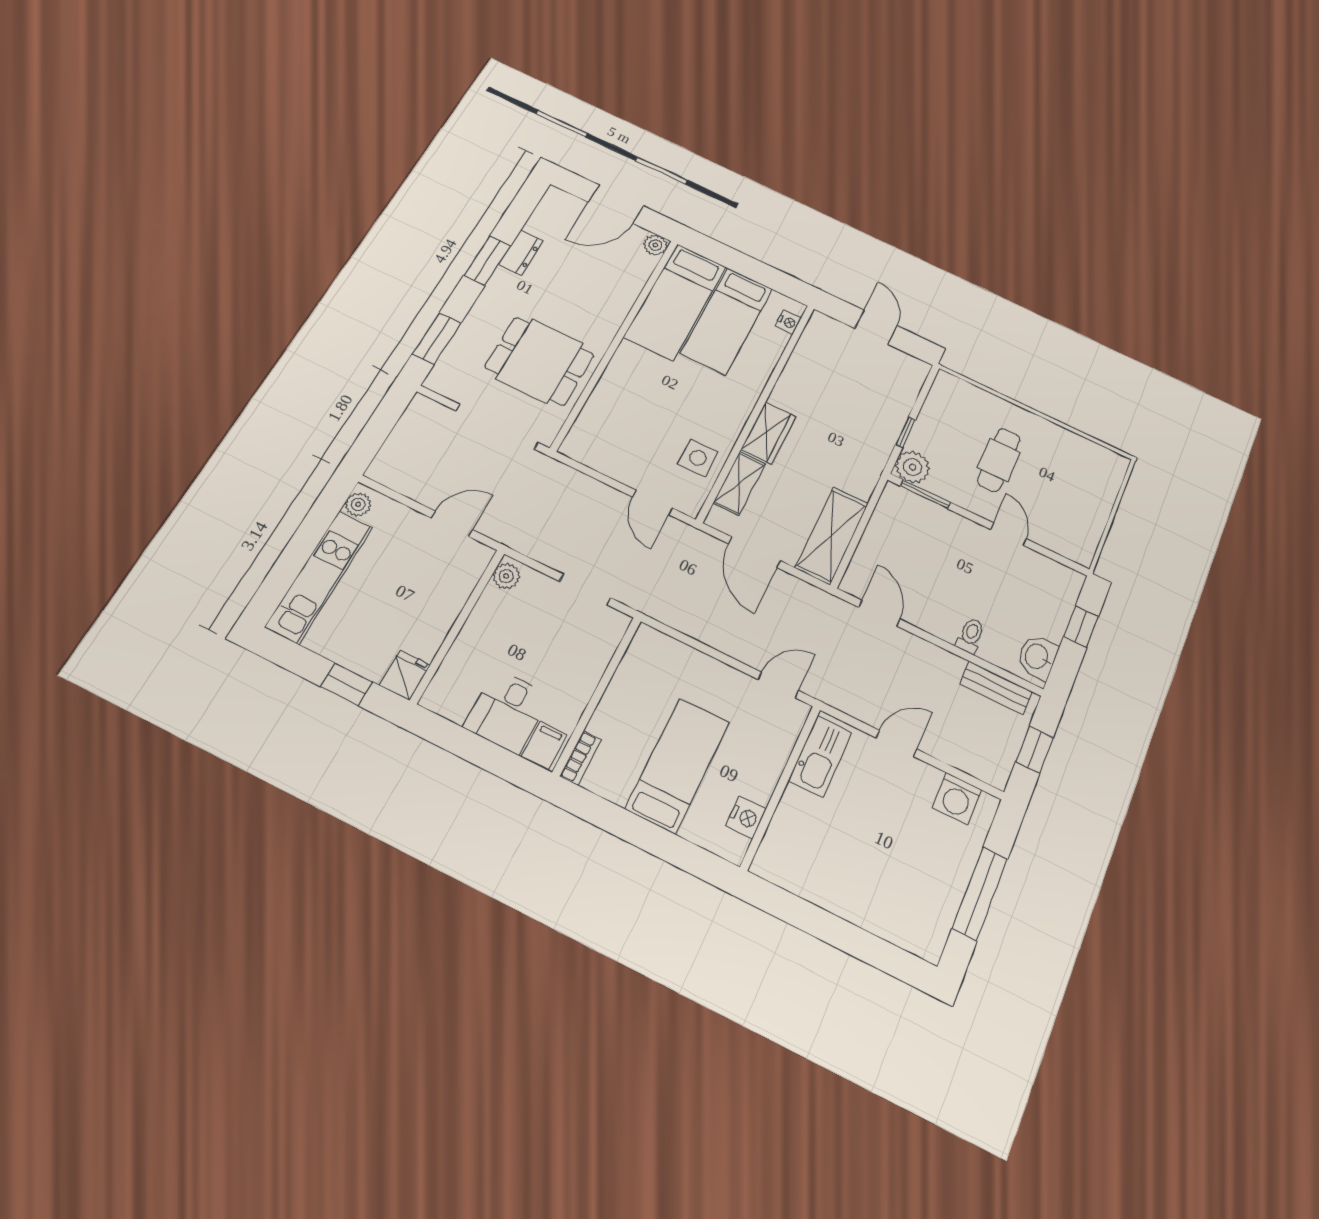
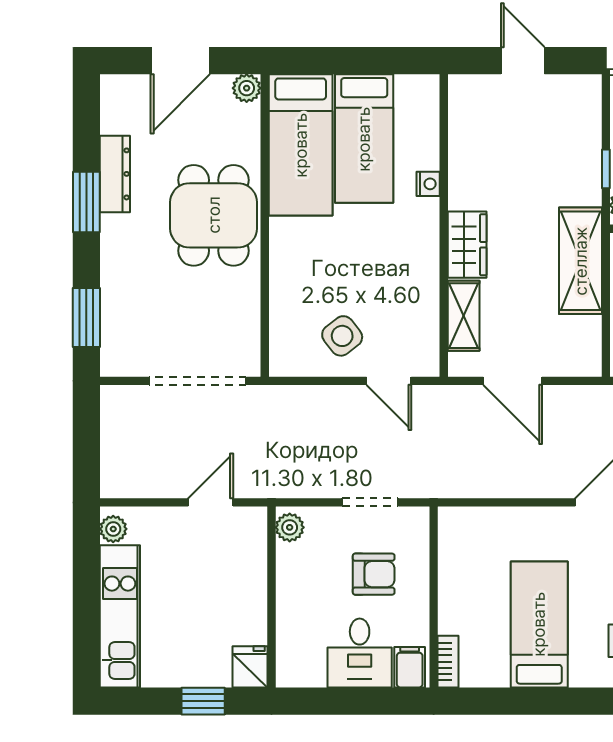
dresser: (521, 253) -> (115, 174), width x1.44
nightstand: (788, 322) -> (428, 184), moved
dining table: (540, 361) -> (214, 215), moved, turned 90
side table: (698, 458) -> (342, 336), moved, turned -38
shelving: (832, 535) -> (581, 261), moved
armchair: (556, 650) -> (374, 574), added

